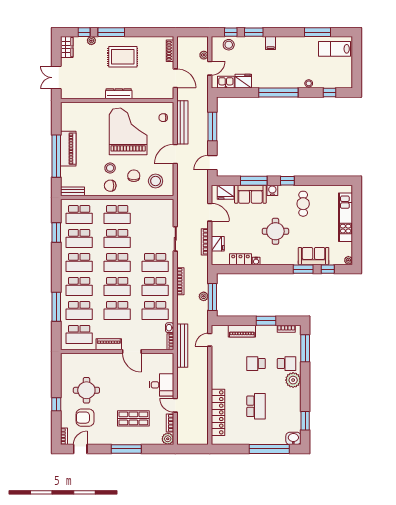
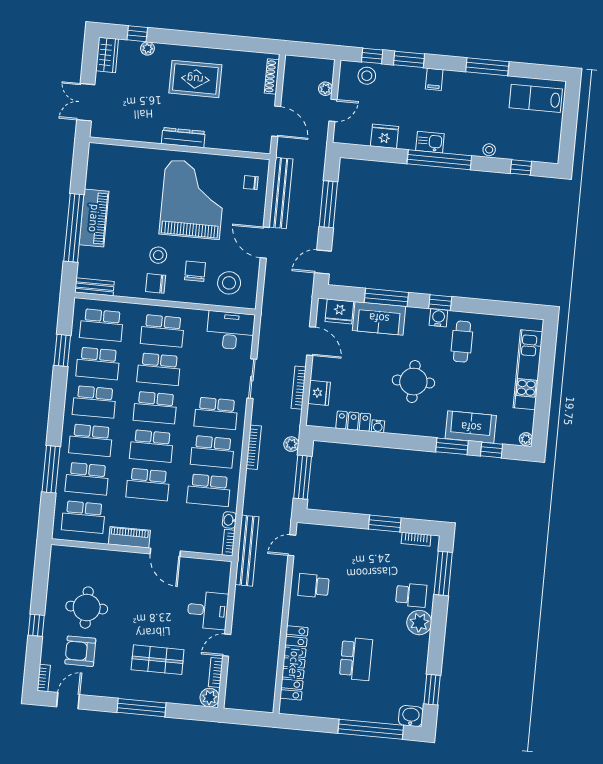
window: (111, 32) -> (181, 38), removed
window: (318, 32) -> (487, 67), moved
kitchen sink: (226, 82) -> (430, 142), moved
door: (175, 154) -> (265, 243), hinge flipped
water cooler: (272, 190) -> (438, 318), moved
desk: (159, 210) -> (231, 331), added
plant: (204, 296) -> (291, 444), moved
piano: (242, 331) -> (345, 536), removed
school desk: (256, 364) -> (314, 586), moved
door: (175, 405) -> (227, 645), hinge flipped

